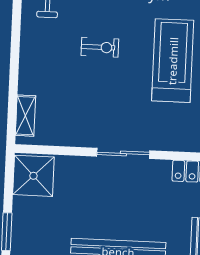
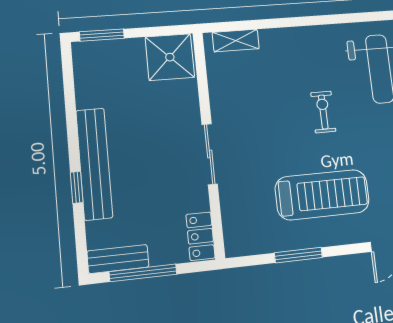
exercise bike: (100, 47) -> (323, 112), turned 180

